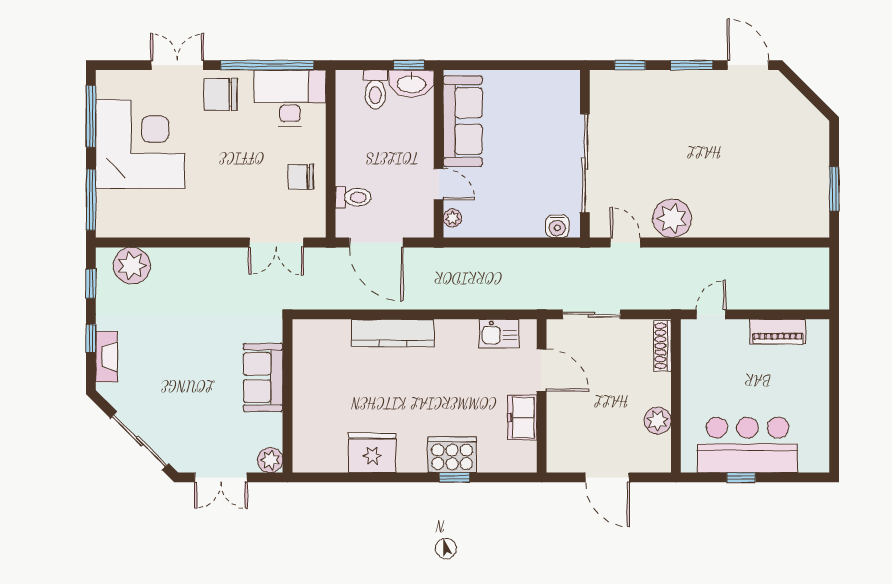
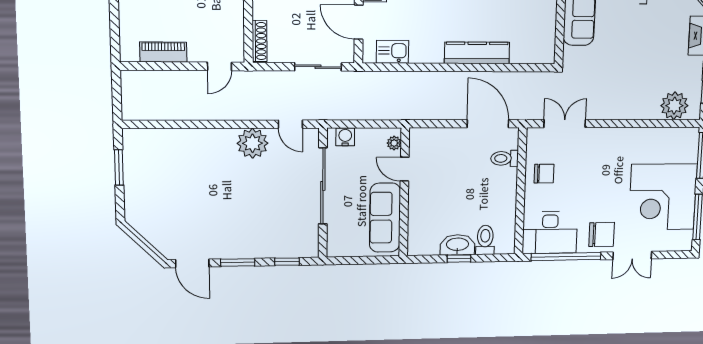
sofa: (463, 121) -> (385, 218), moved
wall: (439, 154) -> (404, 192), moved
door: (439, 184) -> (405, 169), moved
plant: (452, 218) -> (394, 143), moved

